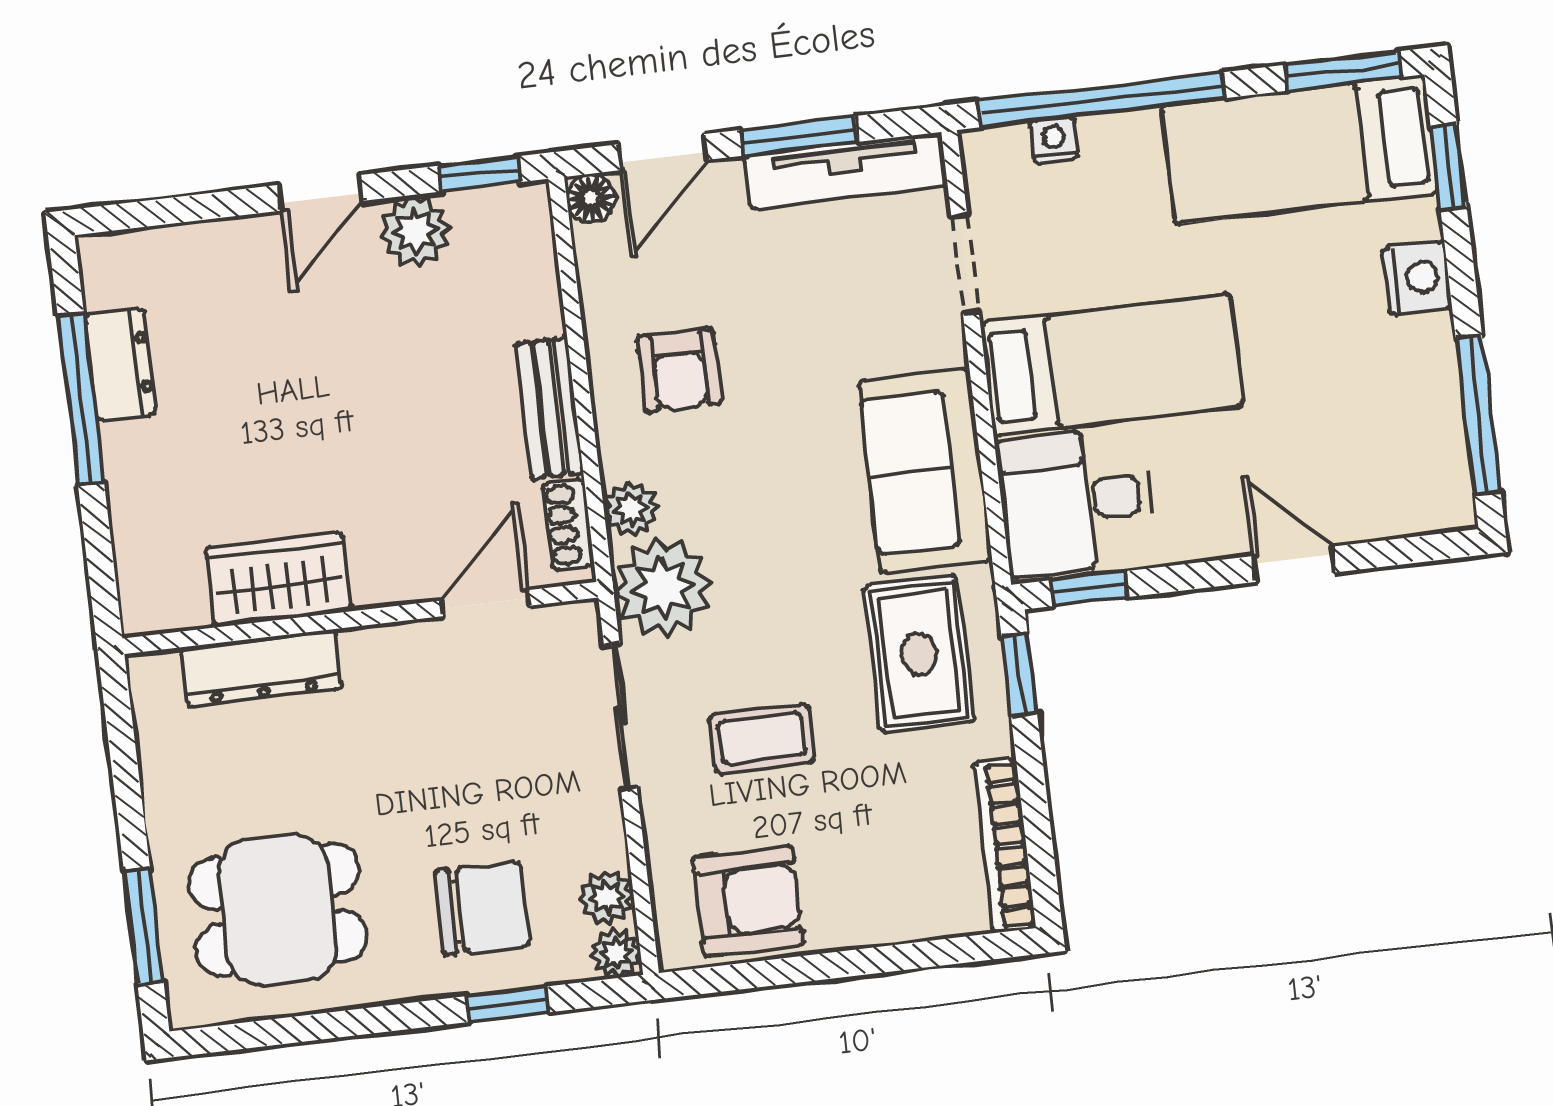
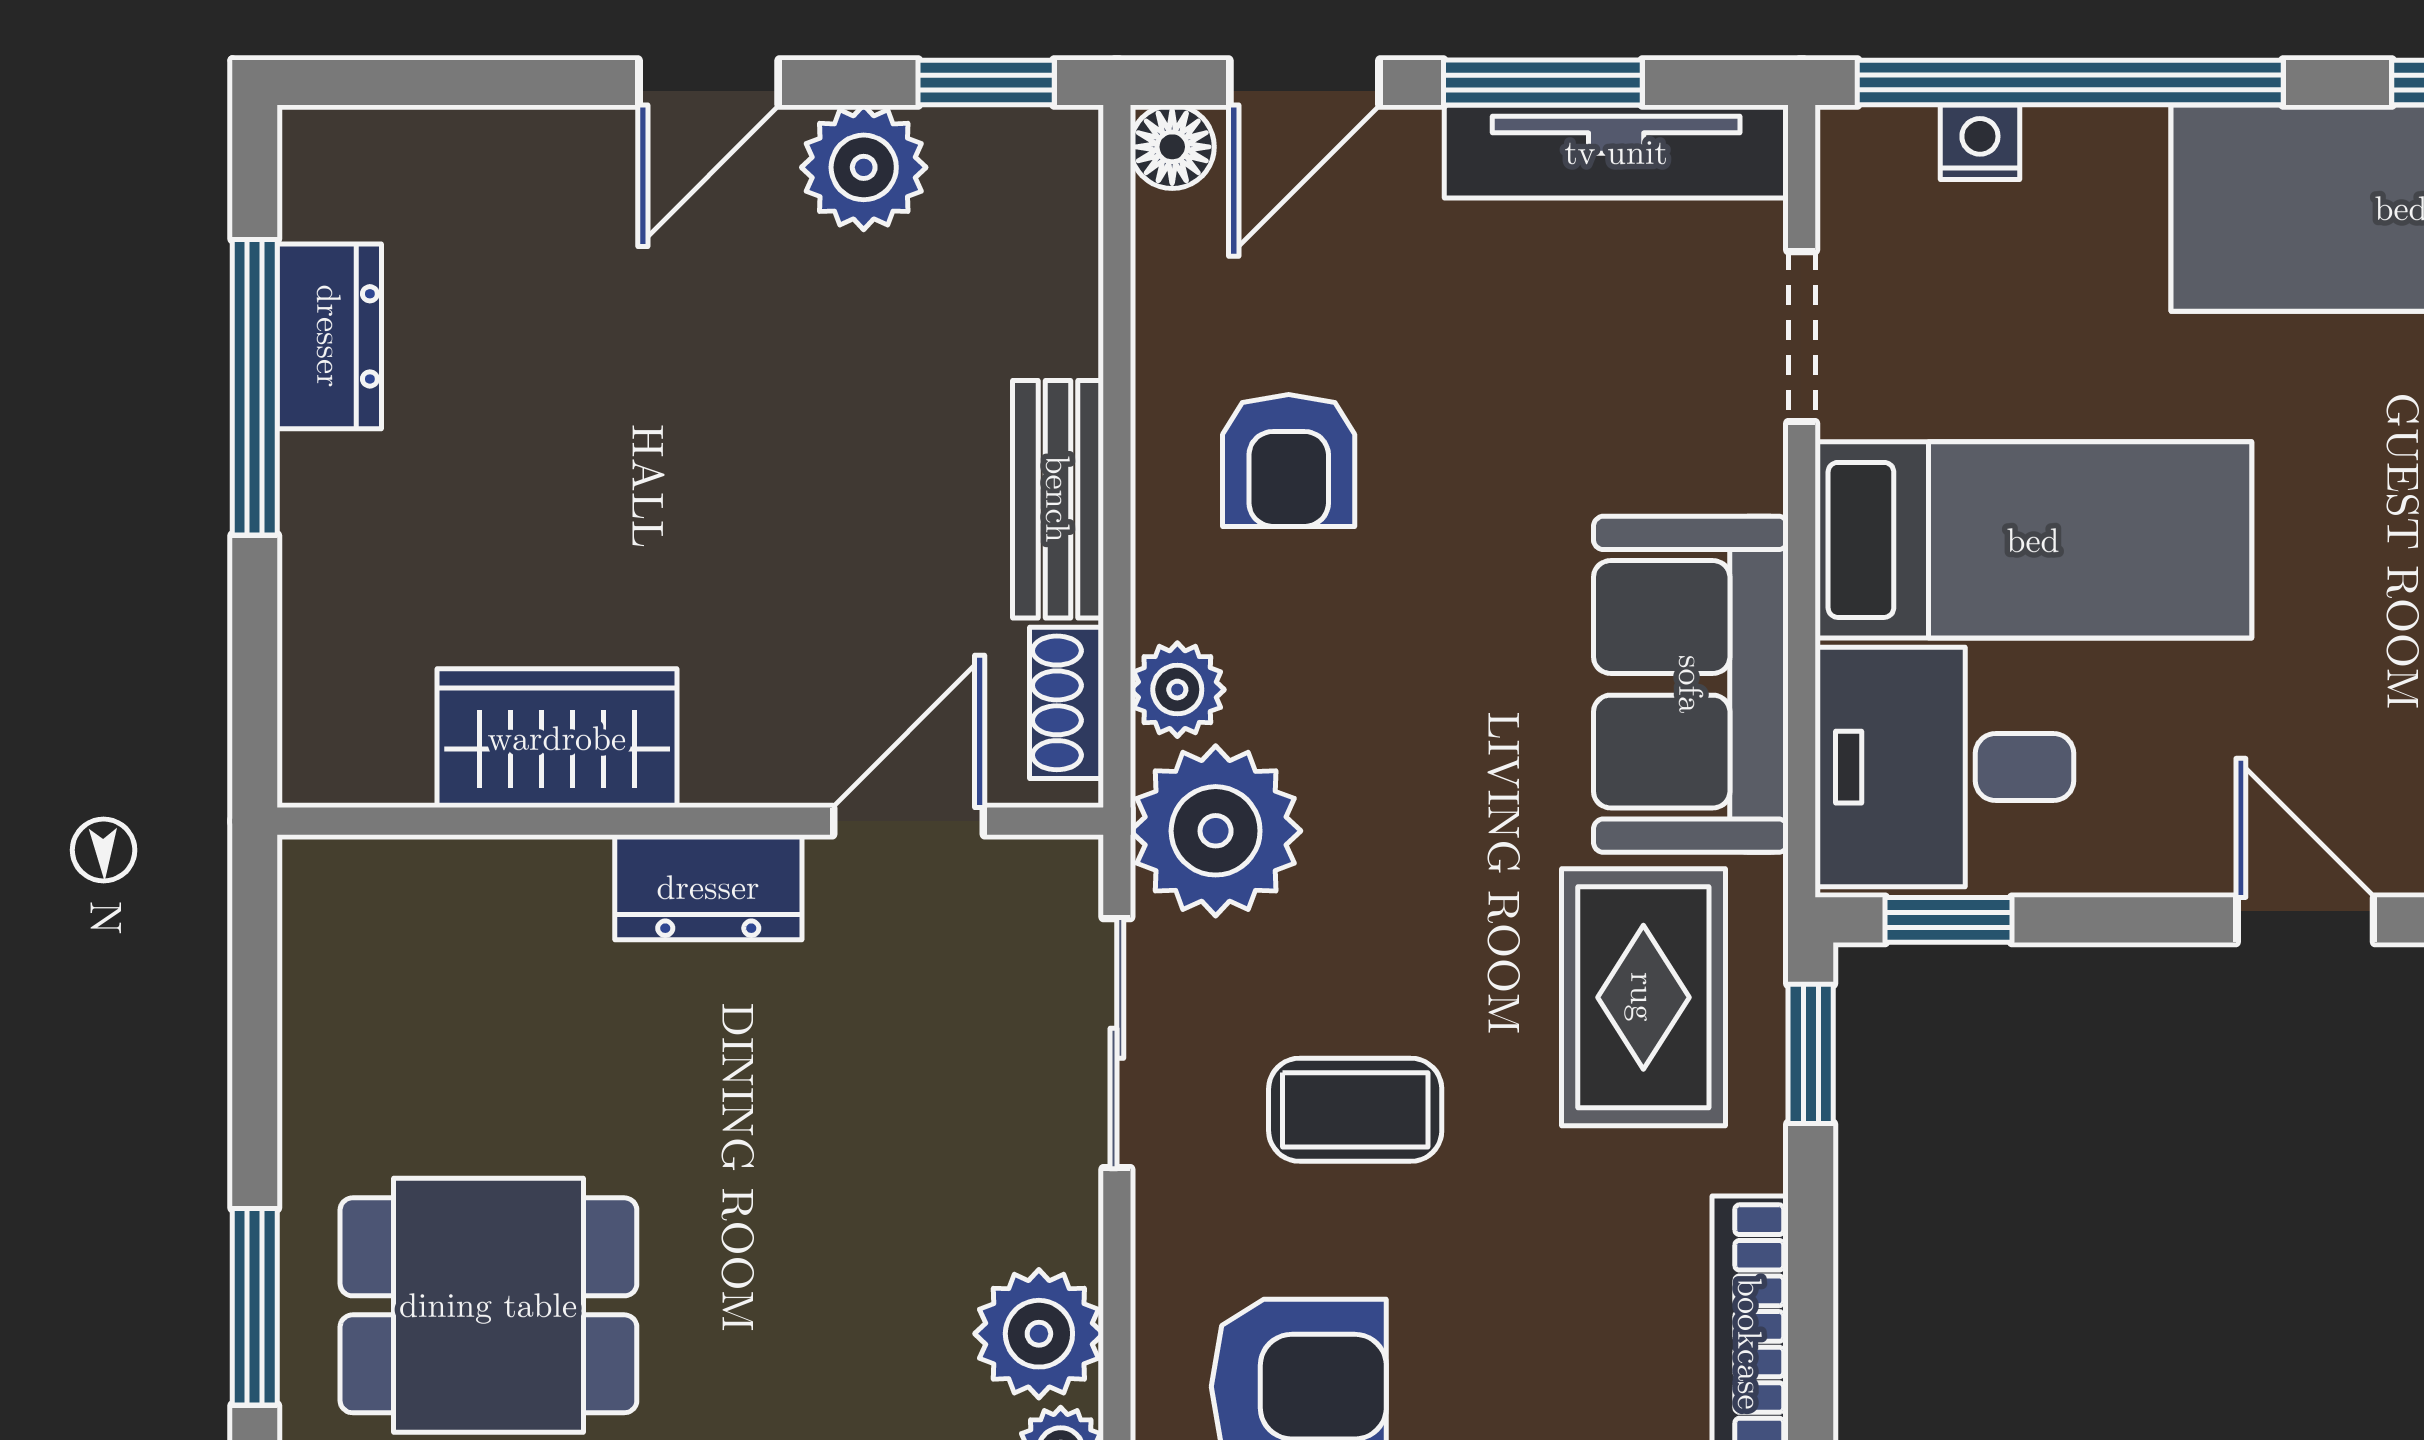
dresser: (261, 668) -> (708, 887), moved, width x0.70
plant: (607, 897) -> (1039, 1334), width x1.38, depth x1.38
chair: (482, 908) -> (840, 1345), removed

